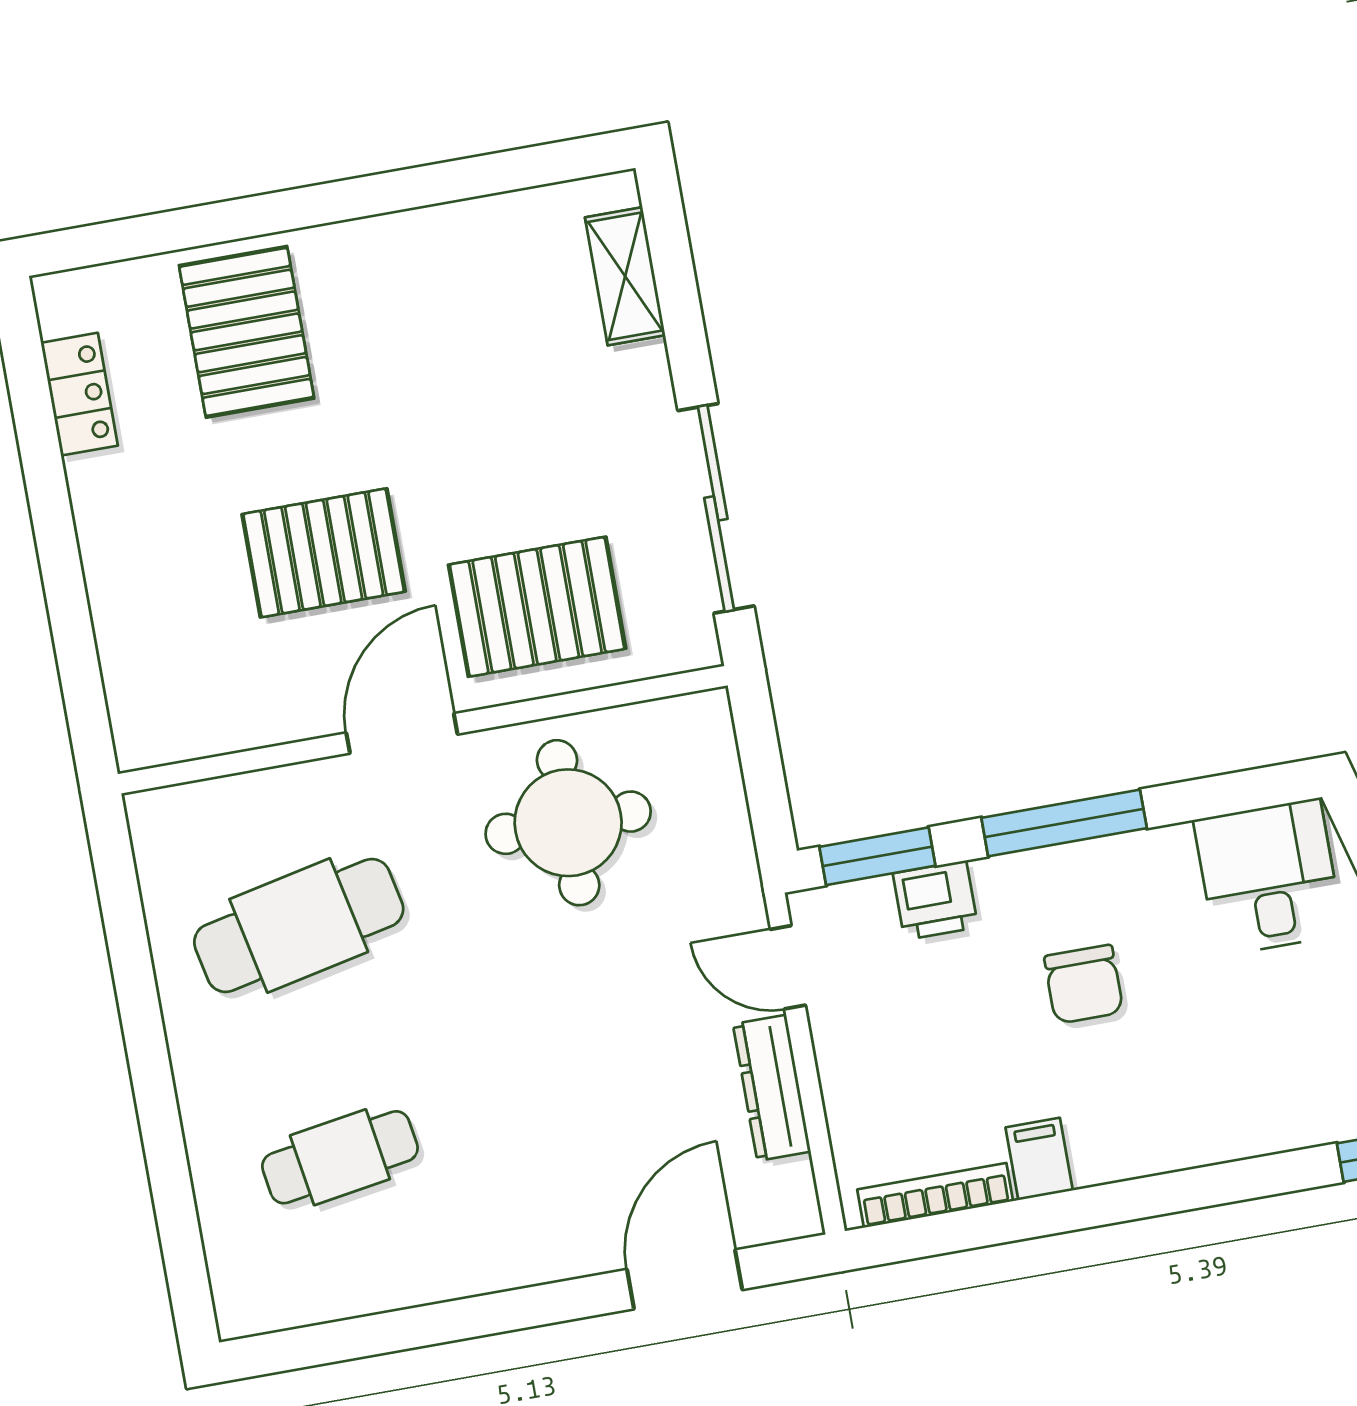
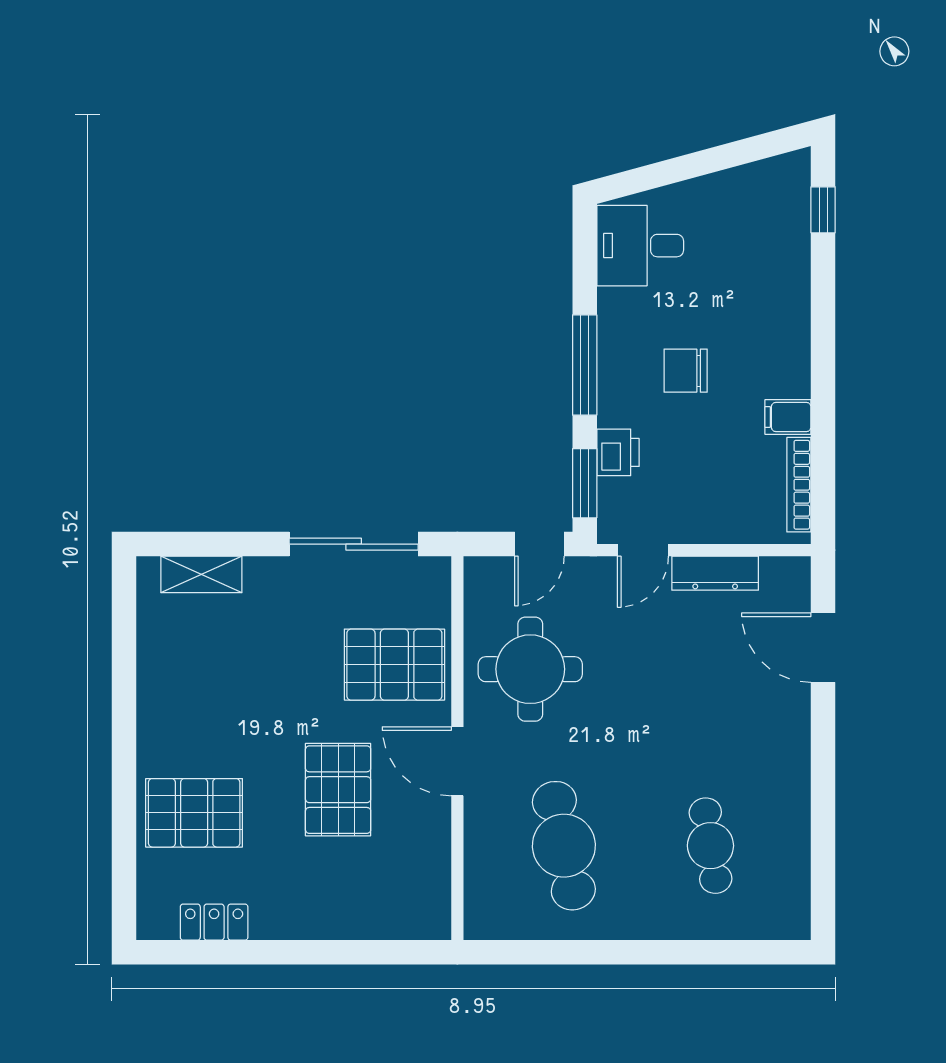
pallet: (537, 607) -> (394, 665), turned 90
door: (768, 802) -> (539, 544), added
chair: (1084, 984) -> (686, 371), turned 180

